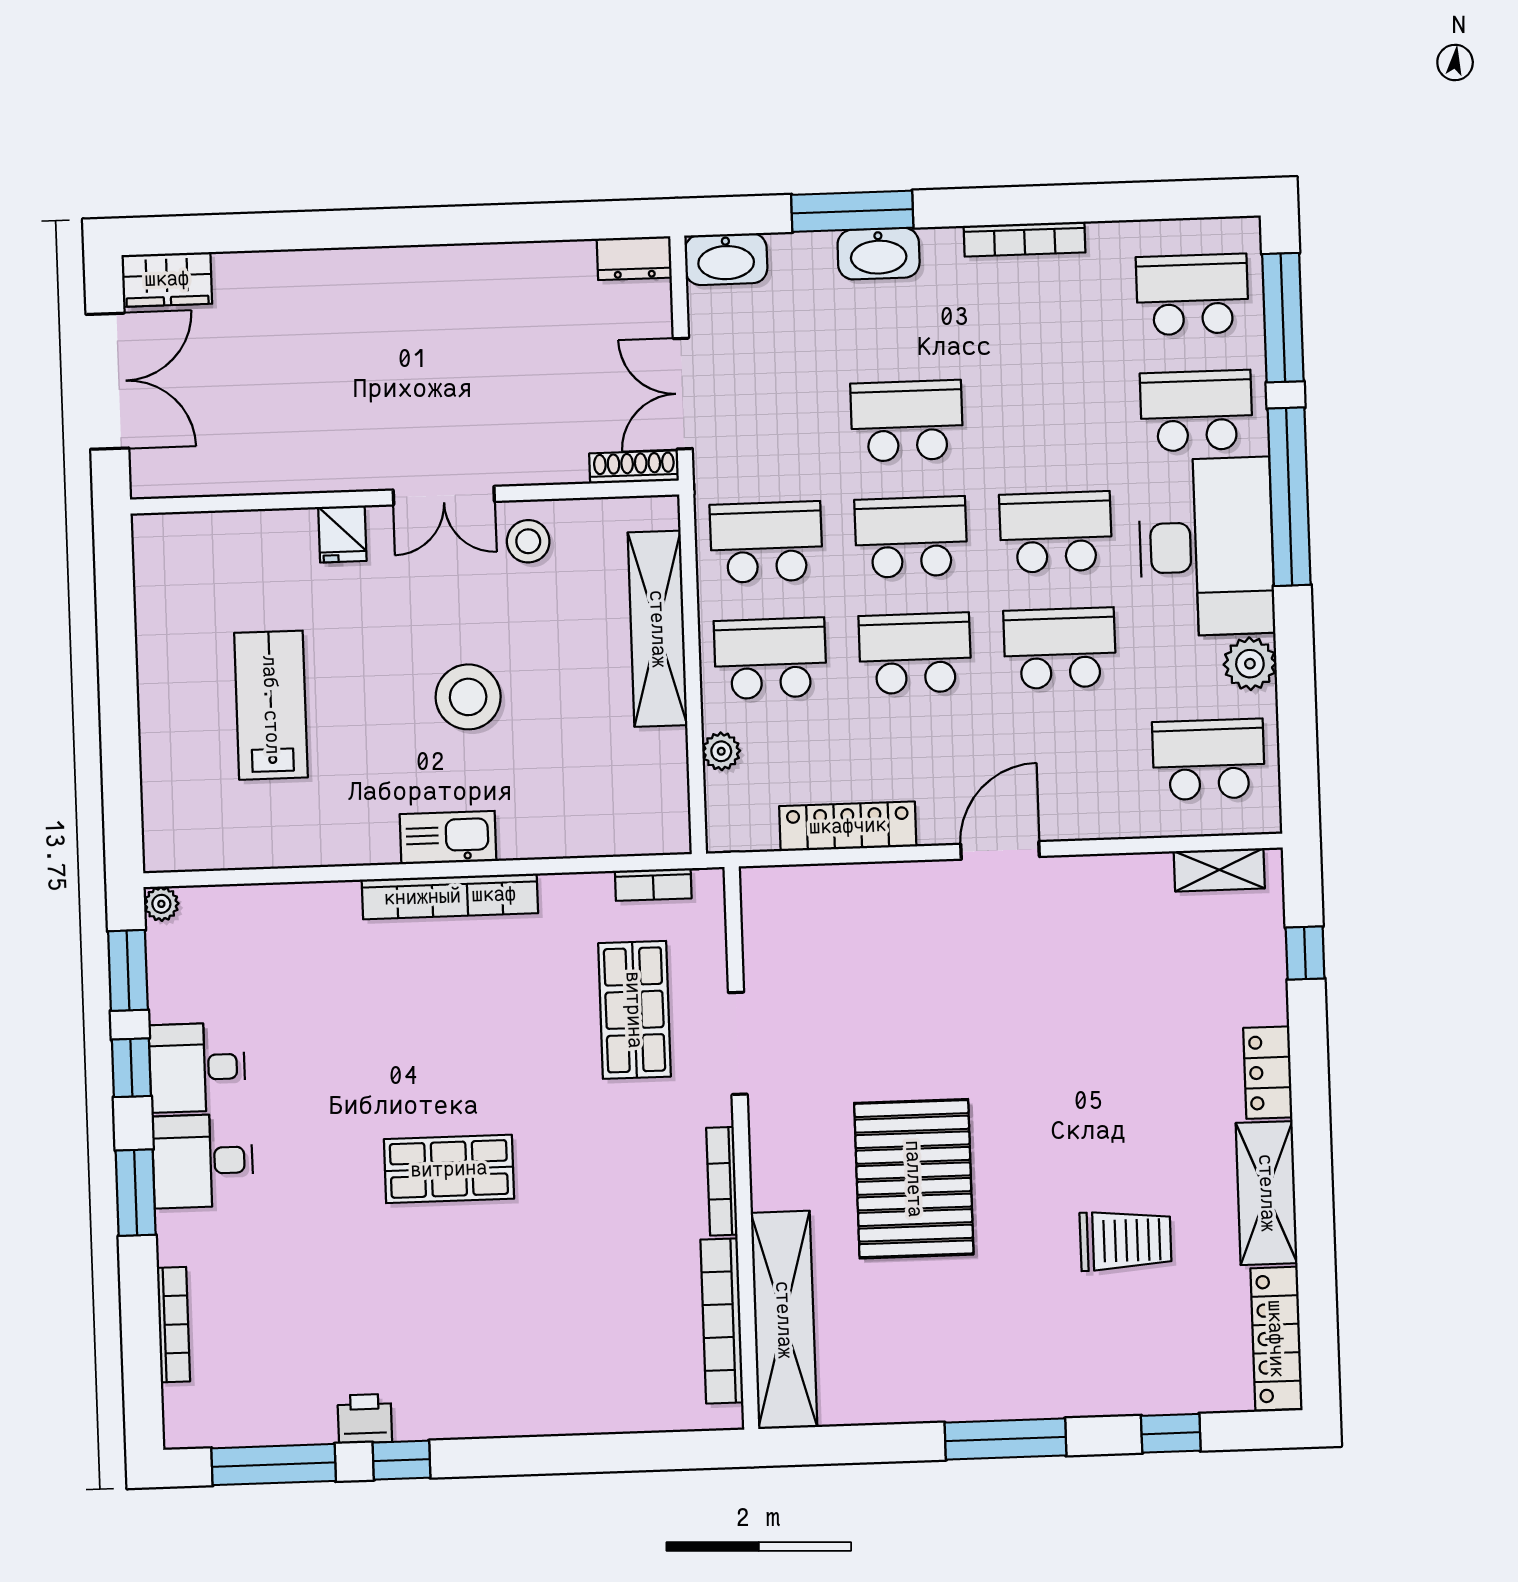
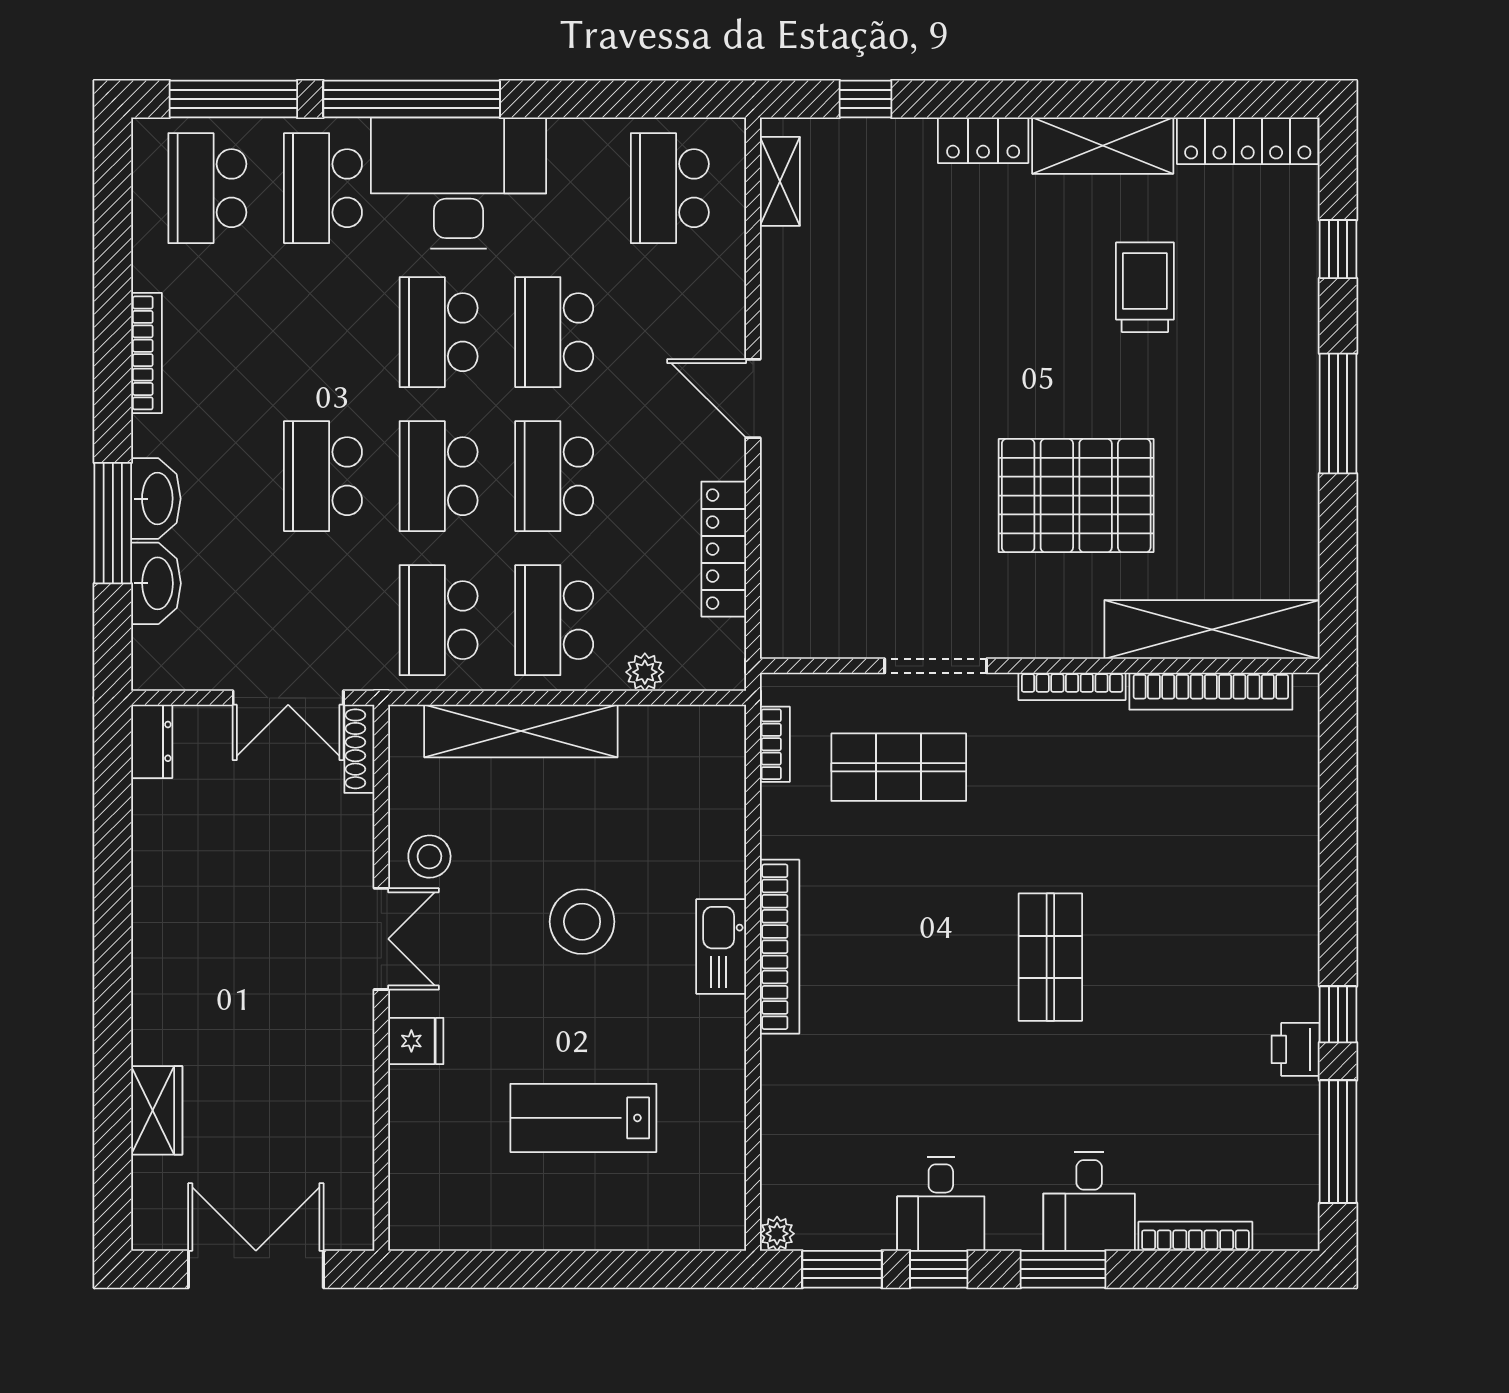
washbasin: (726, 259) -> (156, 583), moved
wardrobe: (167, 279) -> (157, 1110), moved
plant: (1250, 664) -> (576, 144), removed
desk: (203, 1161) -> (1089, 1202), moved

